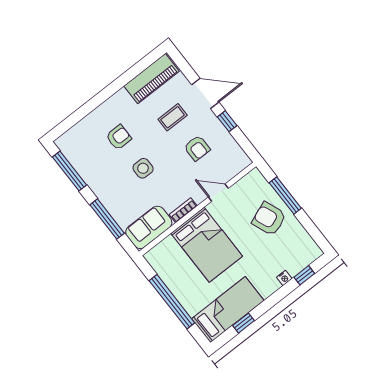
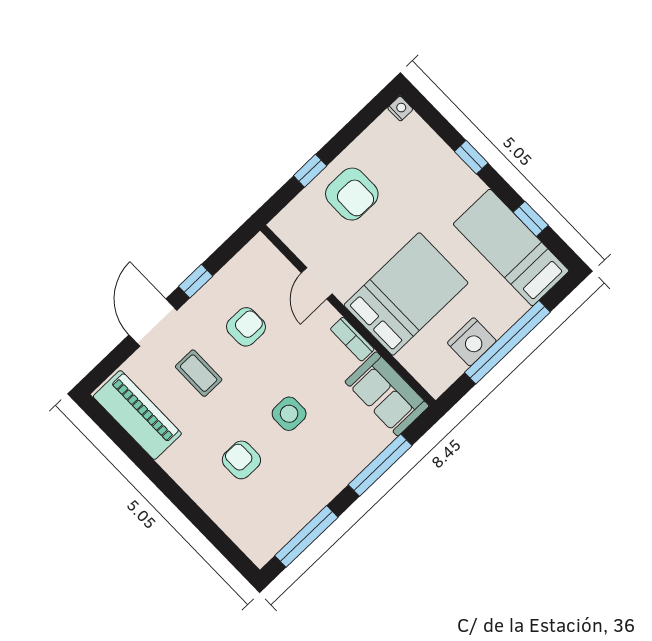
window: (285, 196) -> (310, 171), width x0.46
armchair: (269, 219) -> (352, 194), turned -69
window: (304, 275) -> (471, 157), moved
nightstand: (284, 278) -> (400, 109), moved
nightstand: (174, 281) -> (472, 342), added

